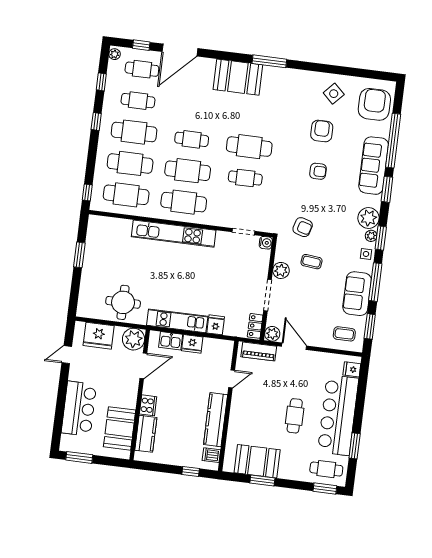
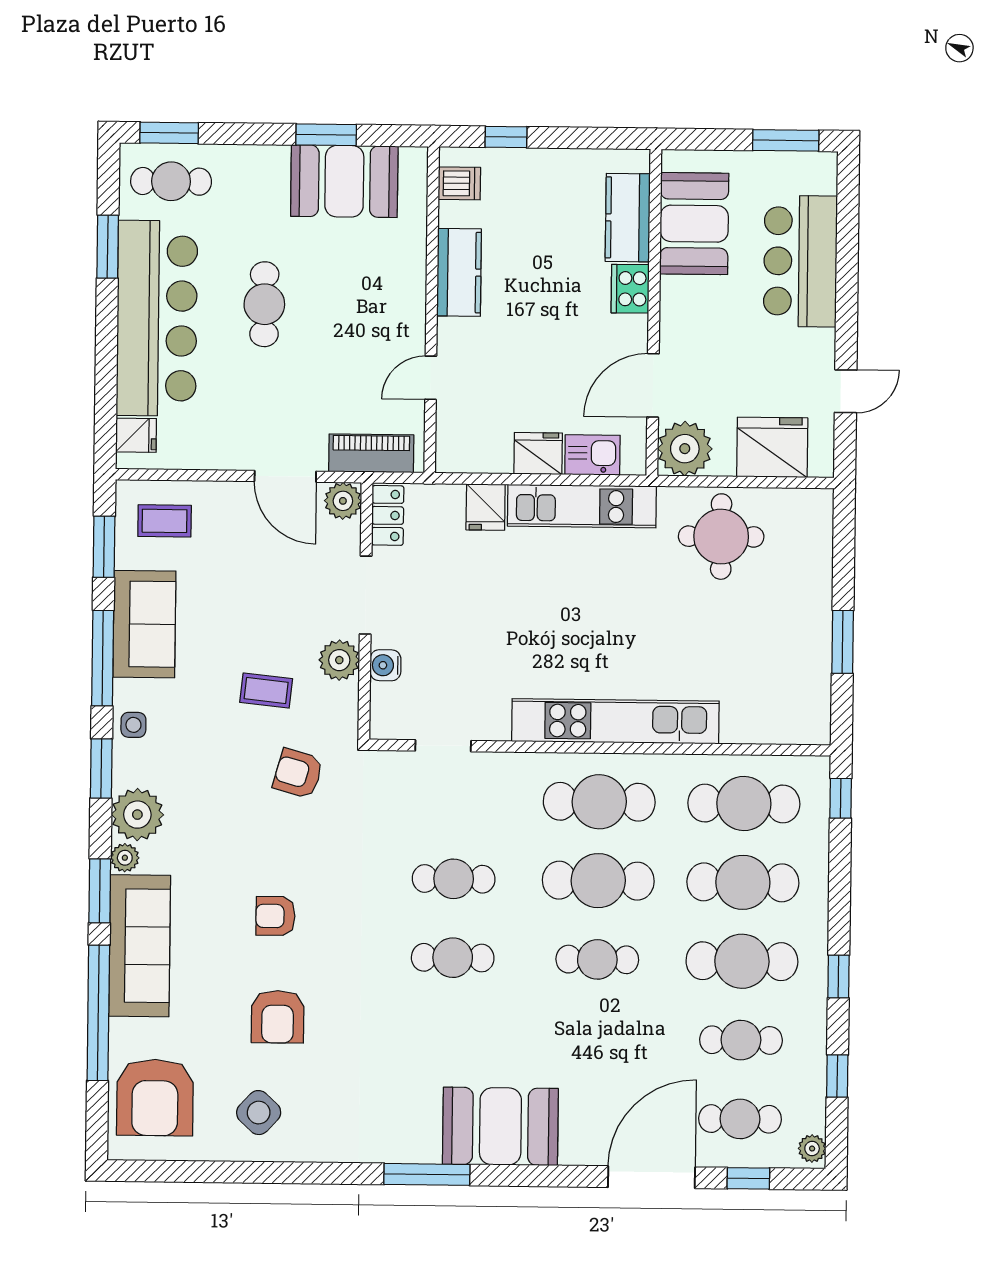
cafe table: (249, 147) -> (453, 958), width x0.73, depth x0.74
plant: (371, 236) -> (125, 858), moved
water cooler: (266, 243) -> (385, 665), moved
kitchen counter: (216, 420) -> (459, 272), width x0.67

